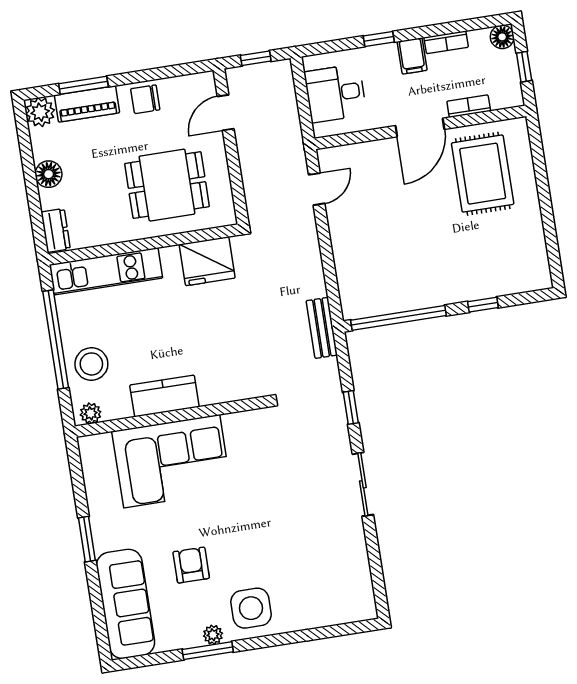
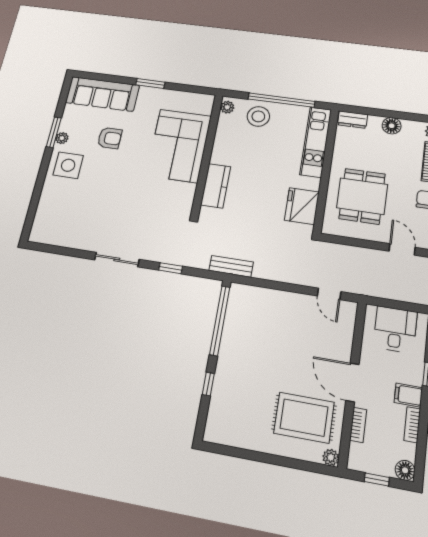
plant: (518, 128) -> (331, 457), added
kitchen counter: (164, 396) -> (216, 186), moved

